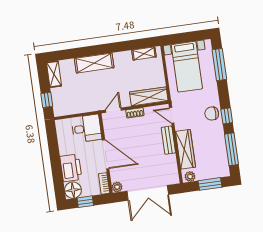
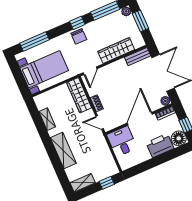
shelving: (144, 54) -> (47, 119), moved
bench: (168, 140) -> (138, 57), moved
plant: (190, 177) -> (126, 11), moved

